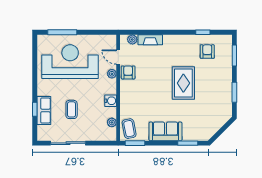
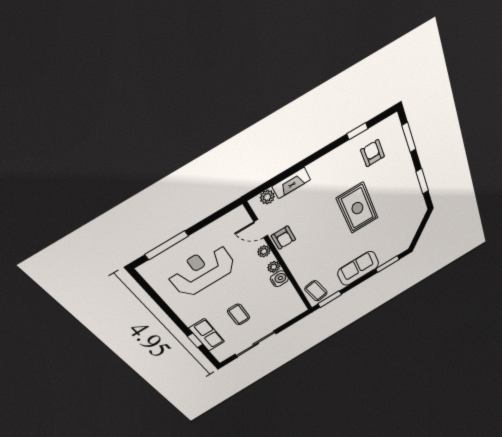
reception desk: (70, 62) -> (202, 271), width x0.74, depth x0.77
armchair: (128, 72) -> (283, 238), turned 180
plant: (112, 122) -> (274, 267), moved

